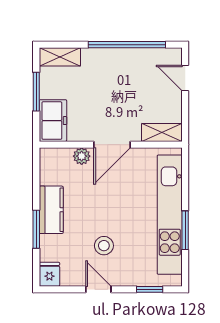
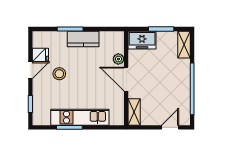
kitchen unit: (170, 215) -> (80, 117), width x0.73
fridge: (49, 274) -> (40, 55), moved

